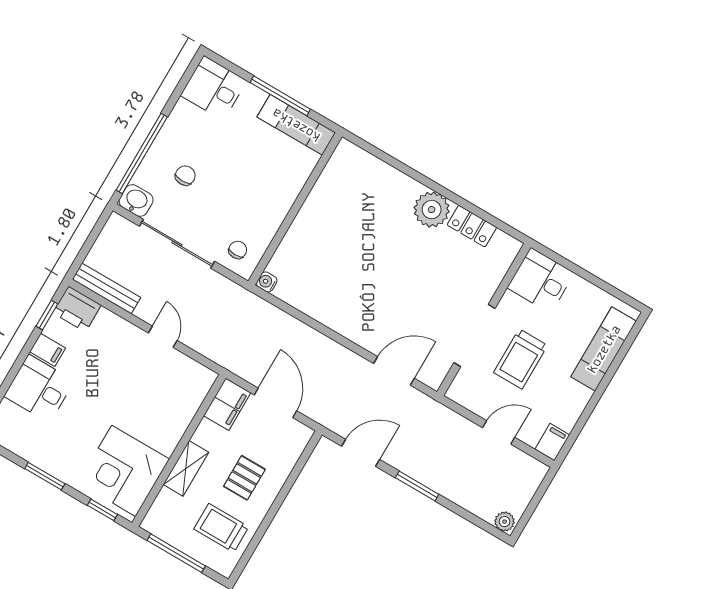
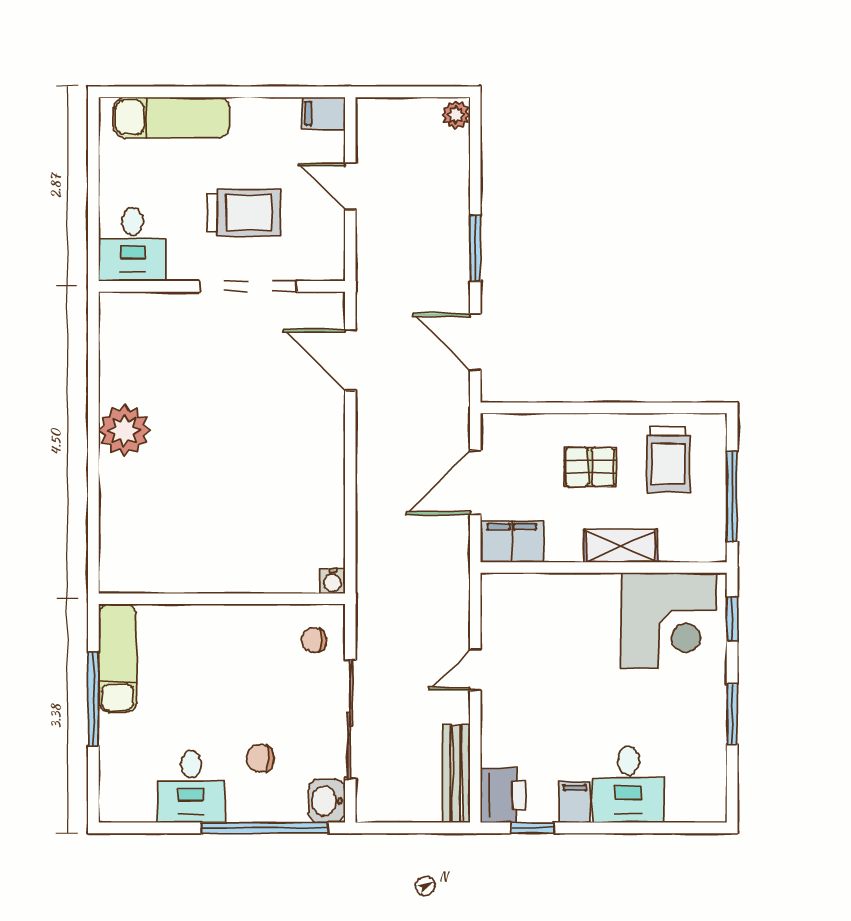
desk: (214, 88) -> (191, 787), moved
locker: (472, 226) -> (115, 369), removed

